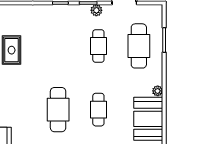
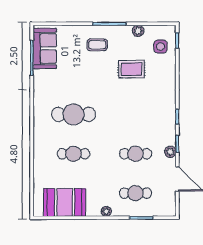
cafe table: (139, 46) -> (135, 193), width x0.73, depth x0.74
plant: (158, 91) -> (106, 211), moved

